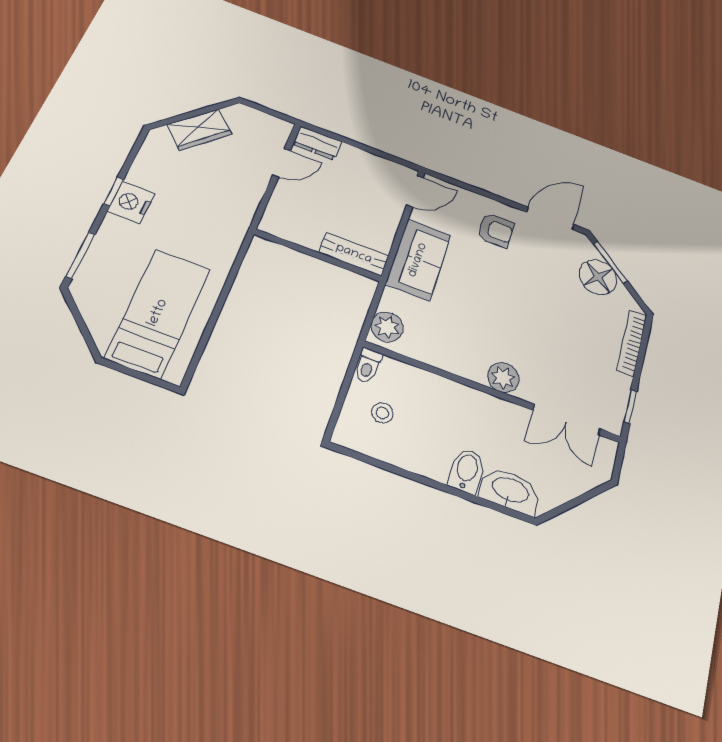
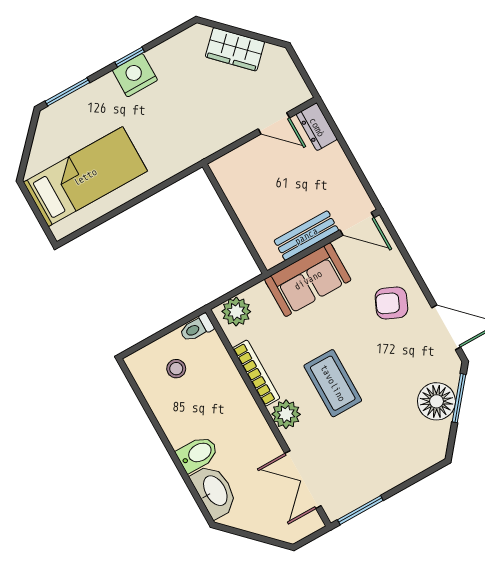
armchair: (496, 230) -> (391, 303), turned 114
bench: (354, 254) -> (306, 236), moved, turned 90
coffee table: (513, 324) -> (333, 383), added
bookcase: (632, 343) -> (256, 373), moved, turned 90
window: (630, 406) -> (360, 510), width x1.50

